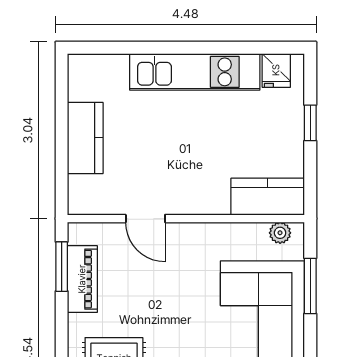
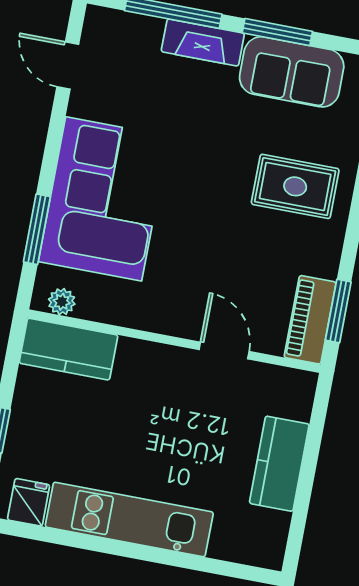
piano: (82, 279) -> (310, 320), moved

